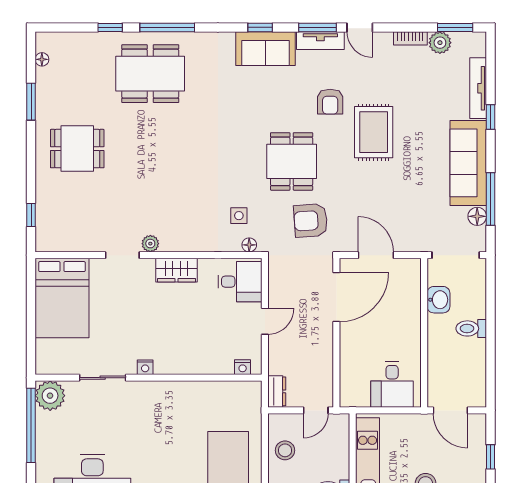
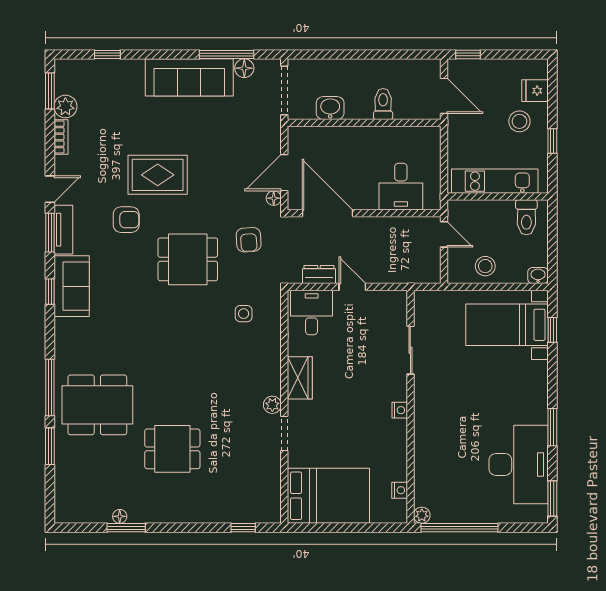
window: (110, 27) -> (50, 446), width x1.50
floor lamp: (42, 59) -> (120, 516), moved
dining table: (150, 74) -> (97, 405), turned 90
tv unit: (478, 88) -> (112, 67), removed
window: (490, 117) -> (107, 55), moved
dining table: (77, 149) -> (172, 449), moved, turned 90
armchair: (311, 221) -> (249, 240), width x0.72, depth x0.72
floor lamp: (249, 245) -> (274, 198), moved
toilet: (471, 328) -> (383, 104), moved, turned 180
nightstand: (243, 367) -> (400, 490), moved
sliding door: (103, 378) -> (410, 350), moved
desk: (392, 384) -> (401, 187), moved, turned 90
dresser: (277, 391) -> (319, 275), moved
plant: (50, 396) -> (422, 515), width x0.53, depth x0.53
door: (450, 410) -> (444, 96), hinge flipped
window: (490, 457) -> (468, 55), moved

